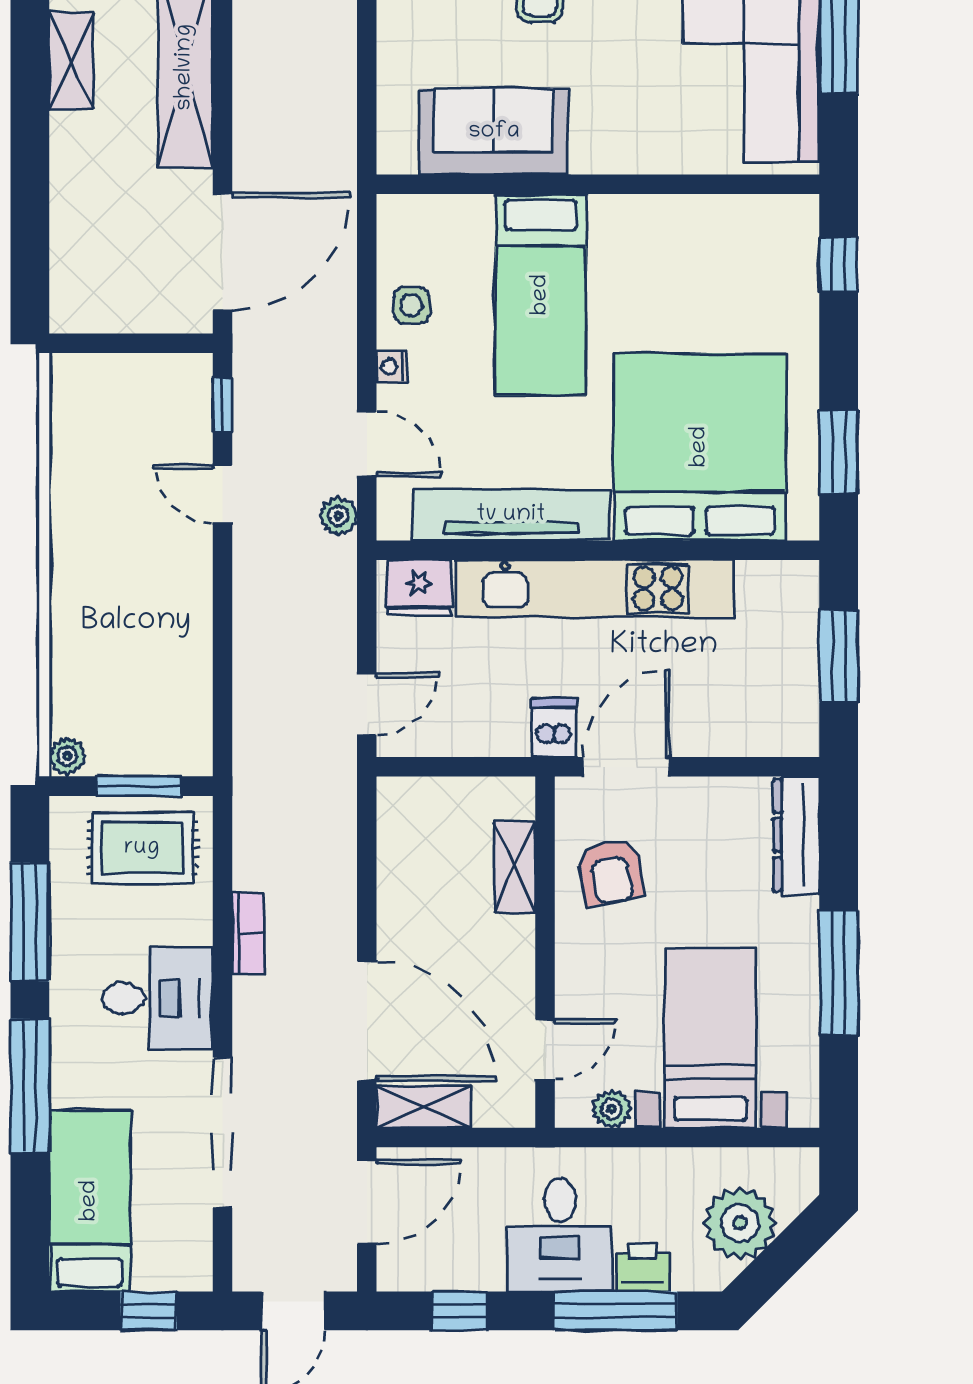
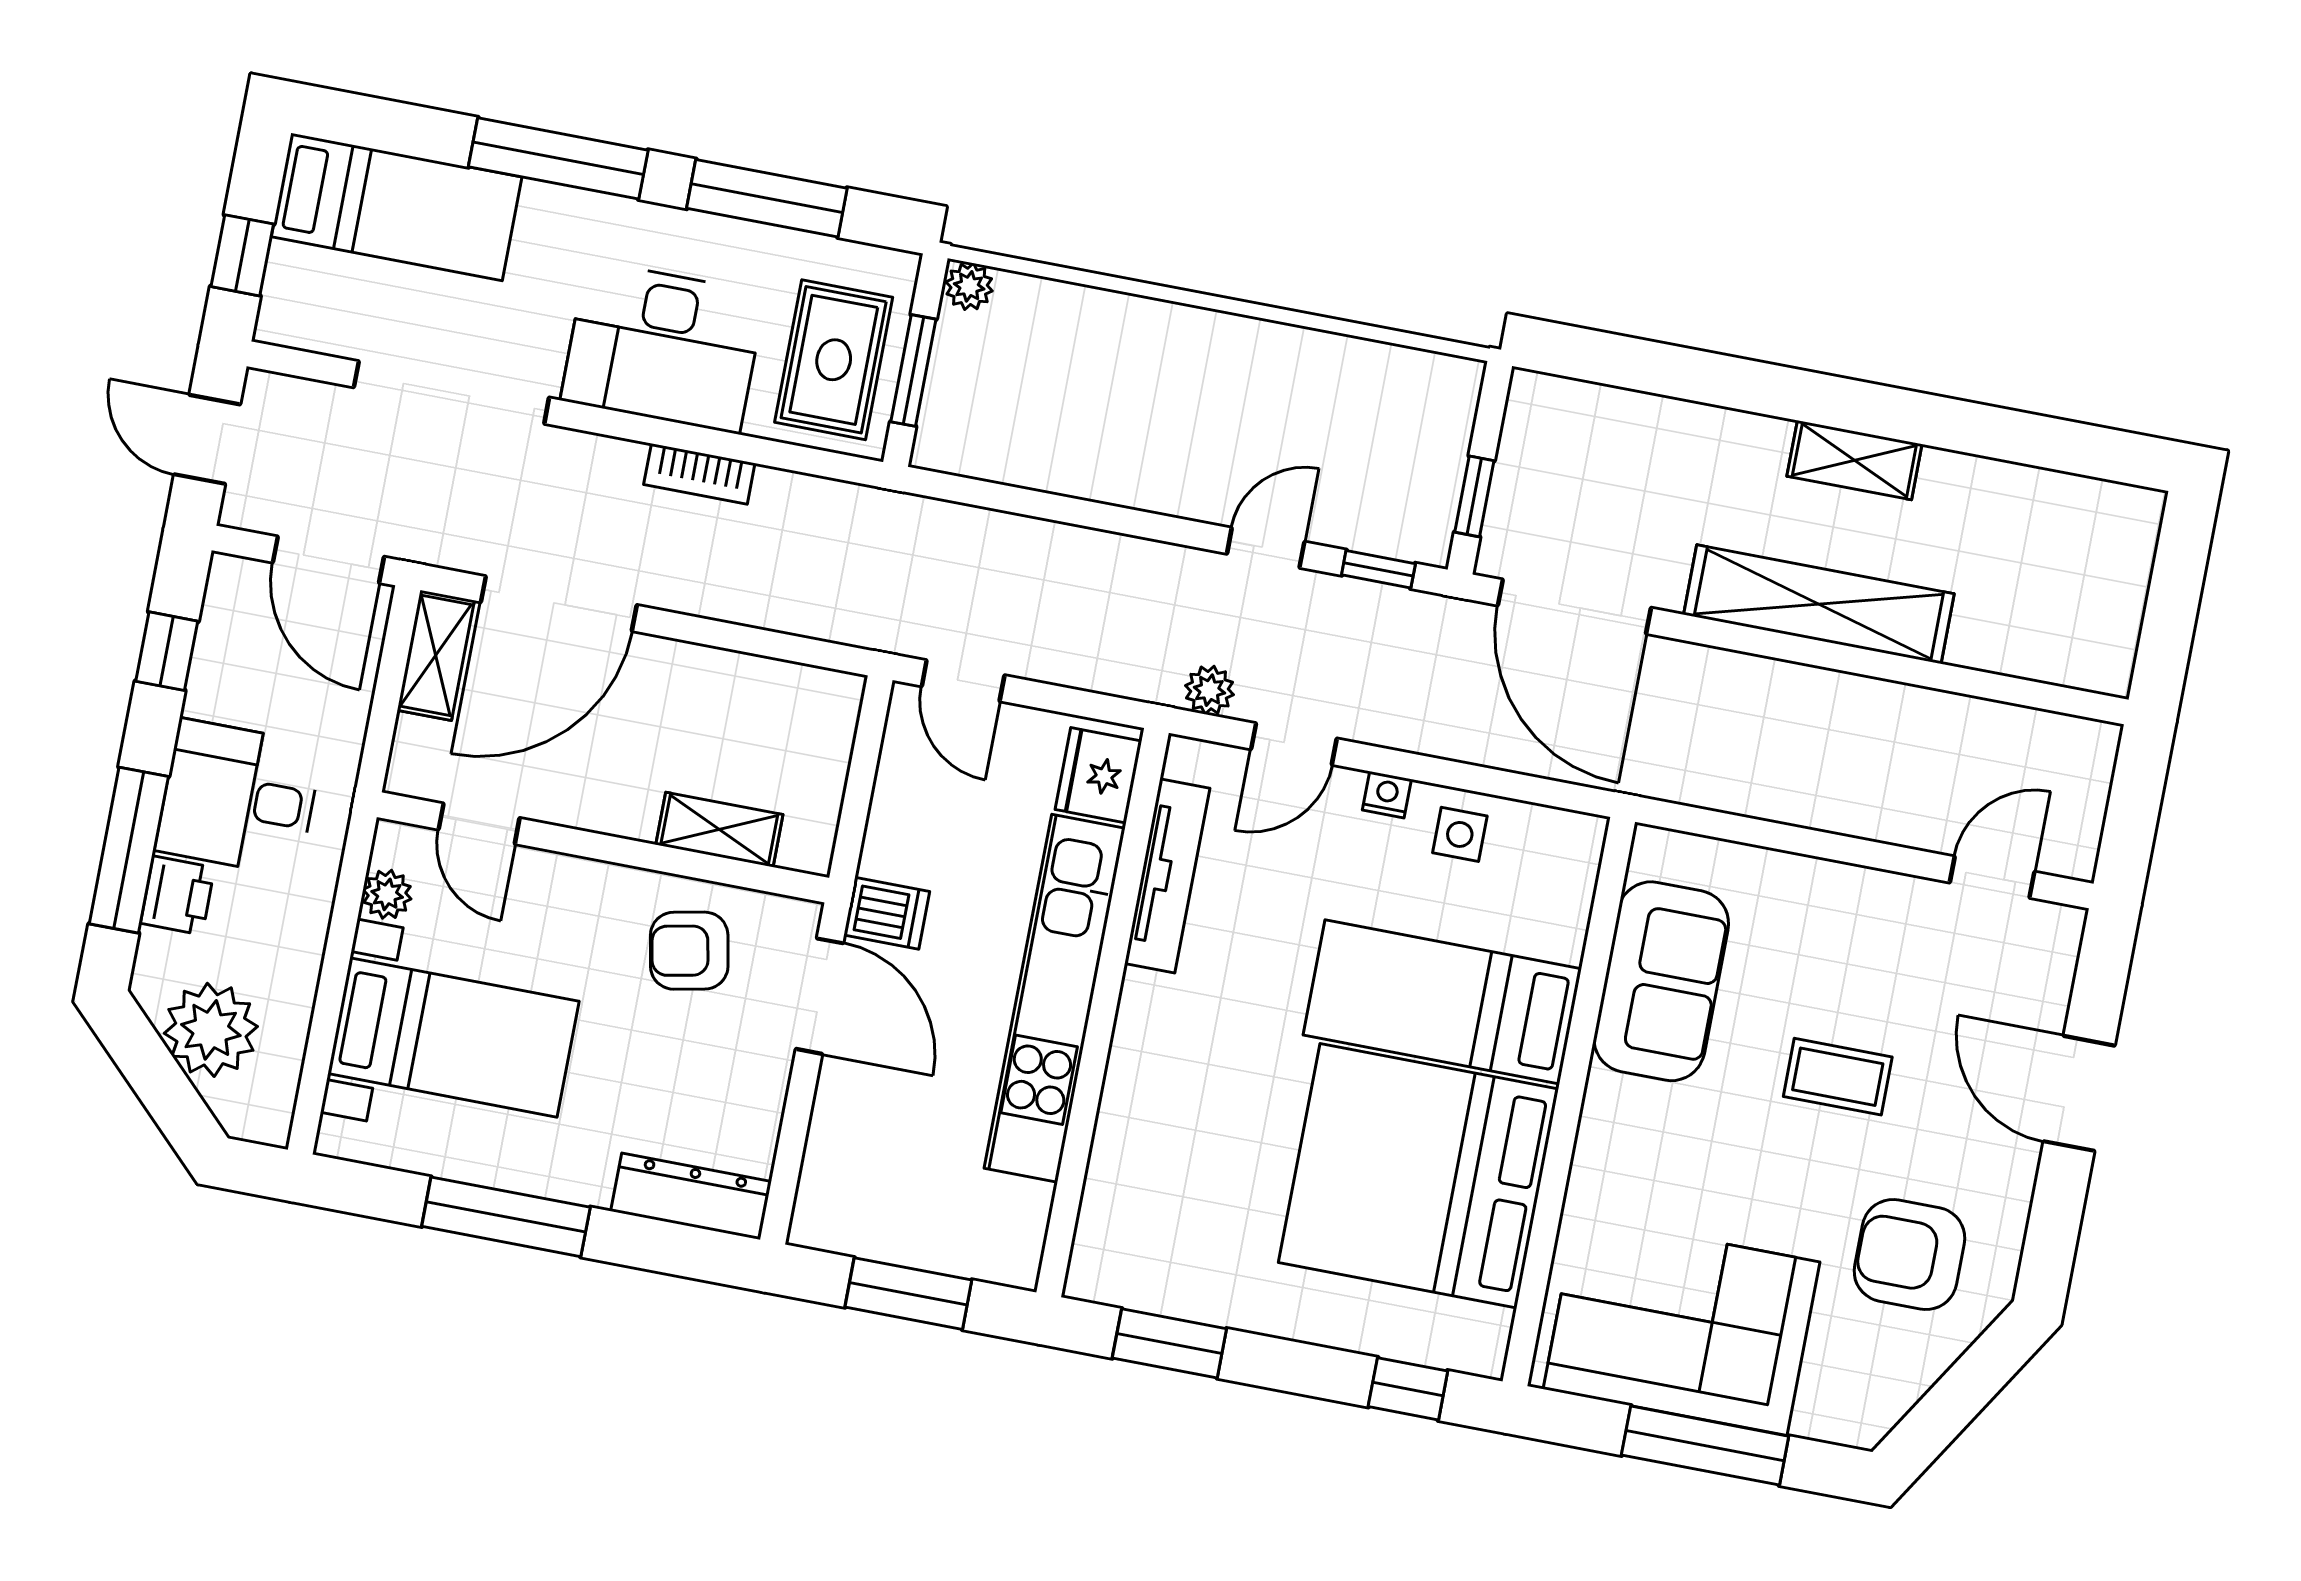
window: (153, 343) -> (1474, 496), added
bed: (700, 447) -> (1418, 1176), moved, turned 180
tv unit: (511, 515) -> (1167, 876), width x0.73, depth x0.78
desk: (157, 998) -> (663, 347), width x1.37

